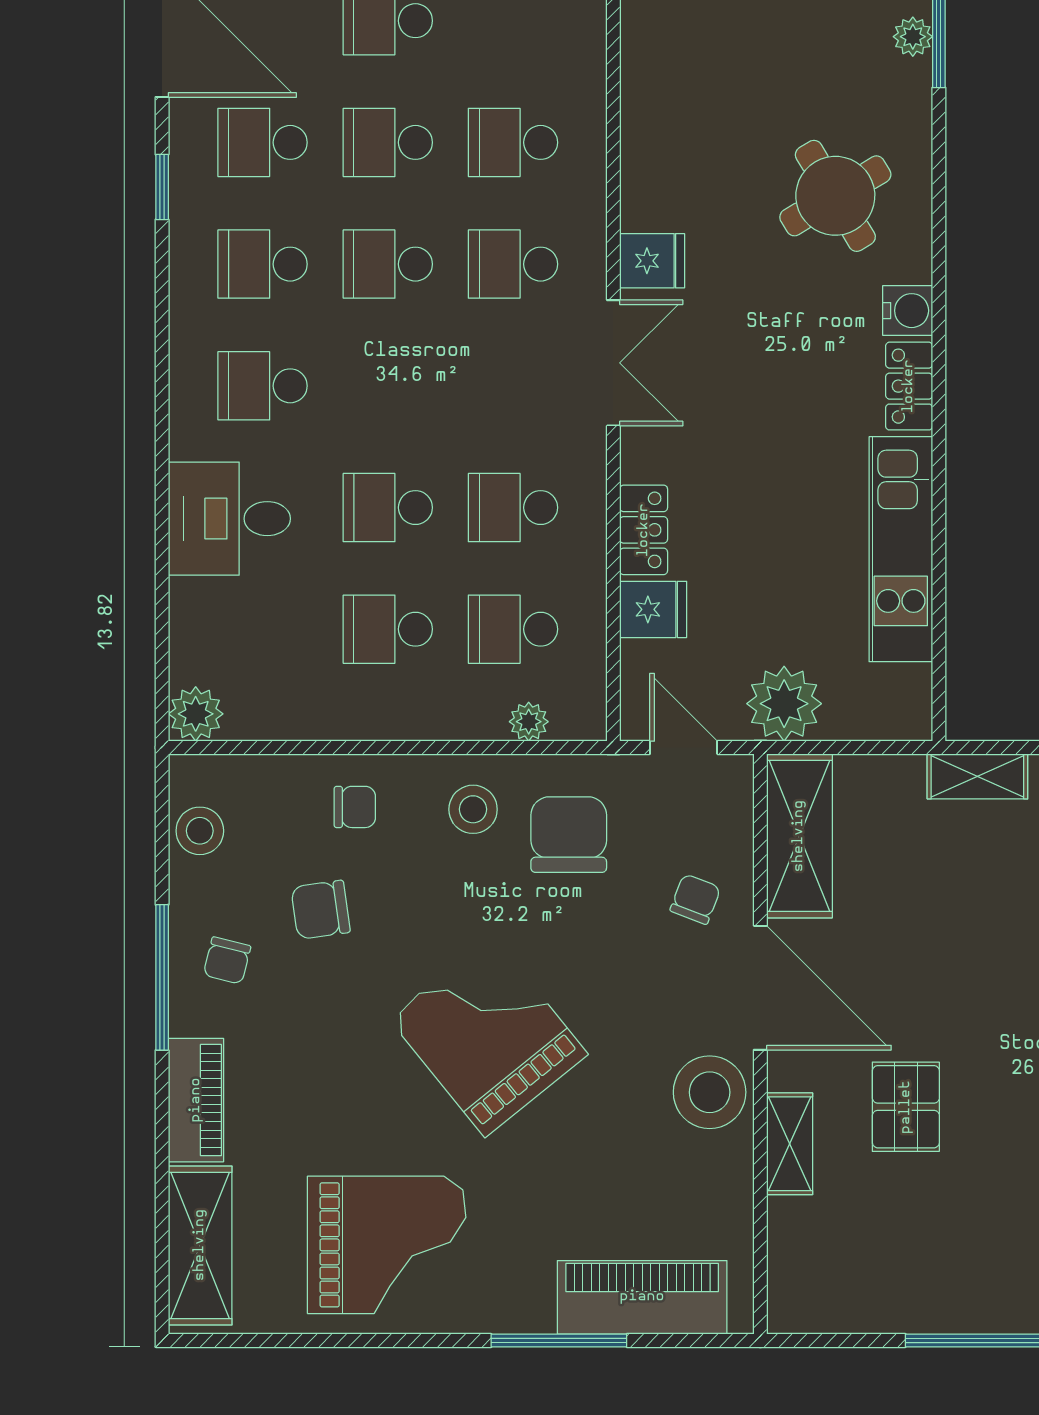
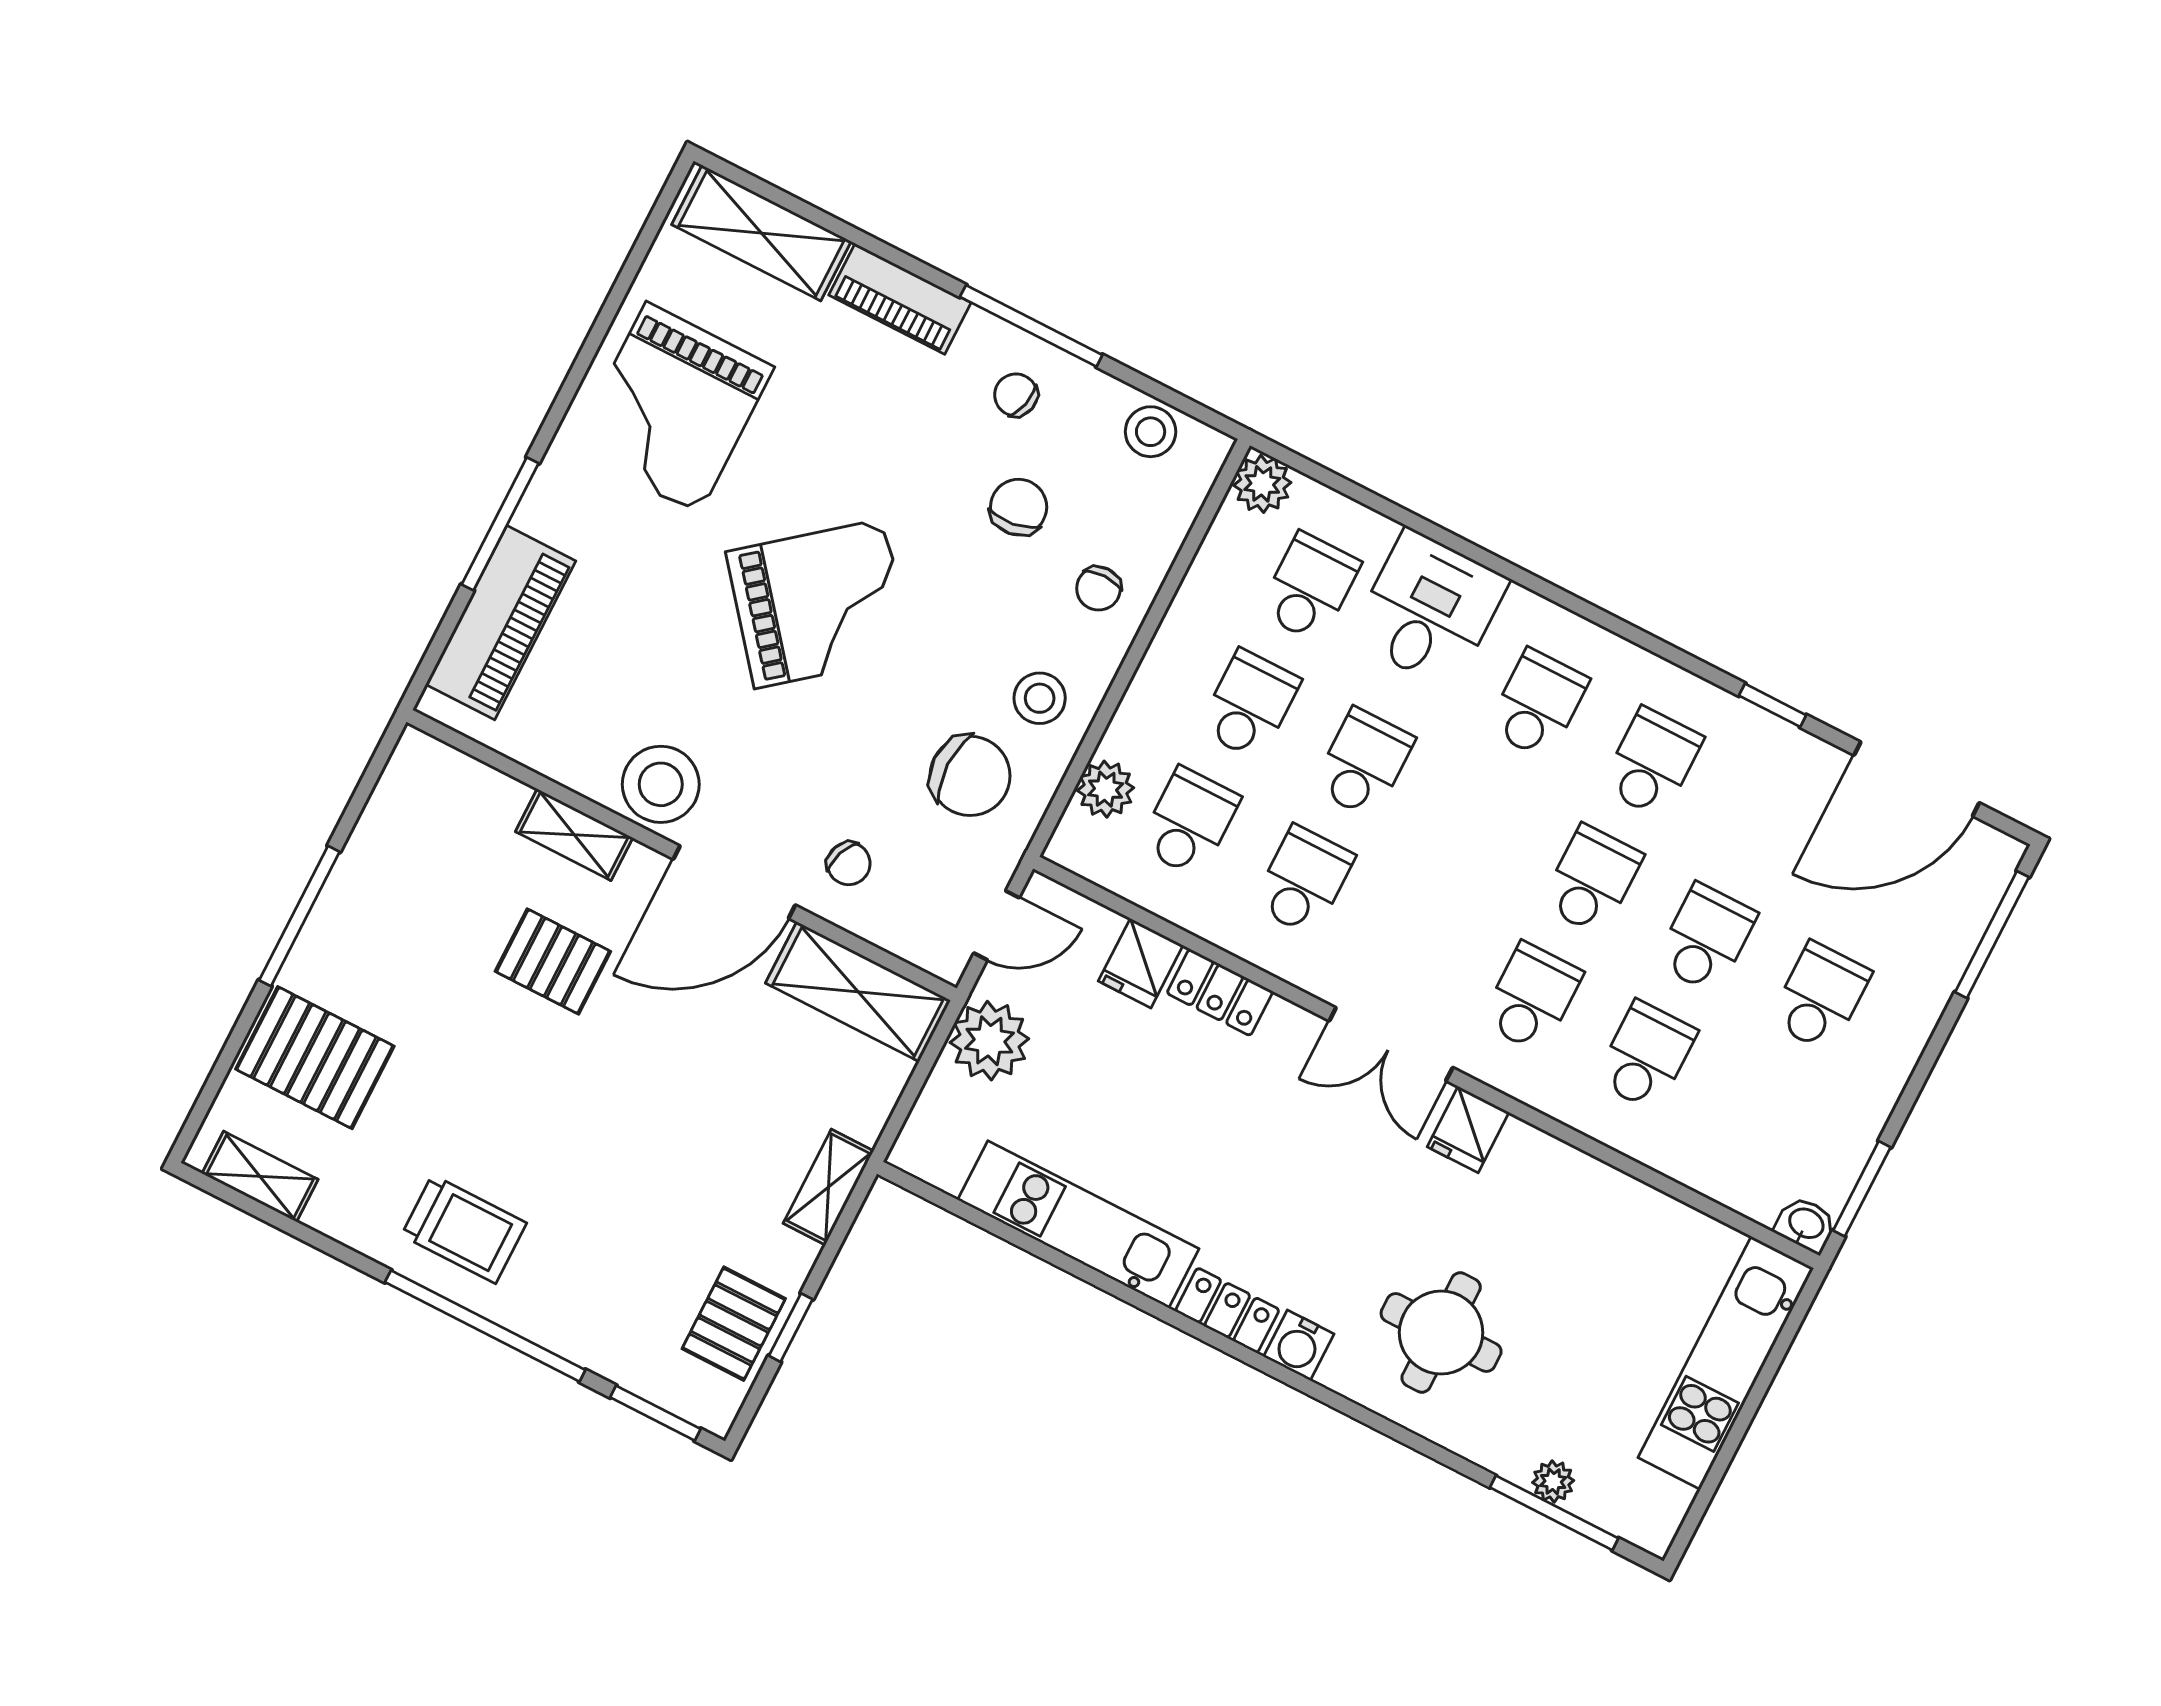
school desk: (263, 142) -> (1310, 587), moved
round table: (835, 196) -> (1441, 1332), turned 31
plant: (529, 722) -> (1106, 789), width x1.38, depth x1.38

